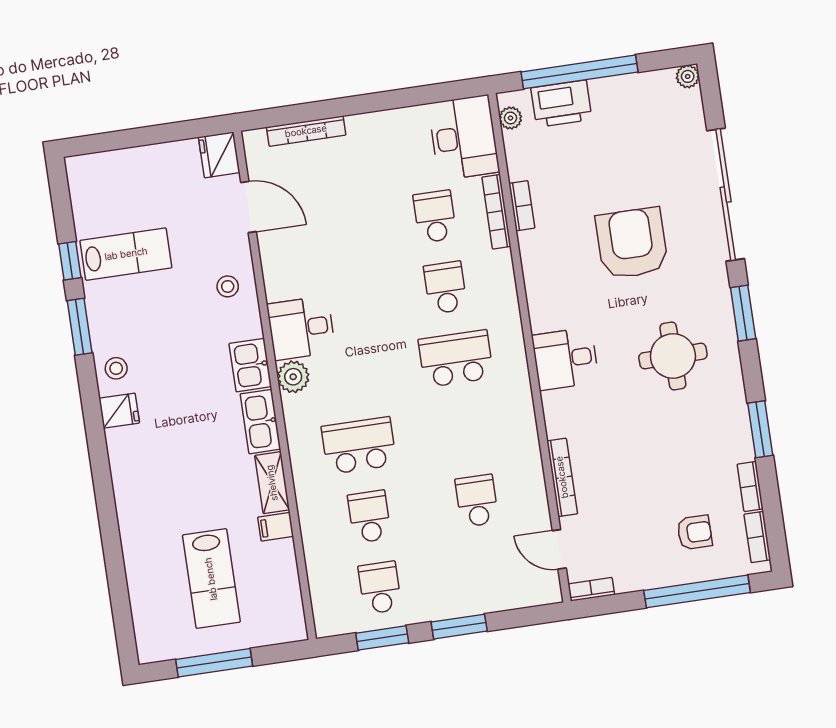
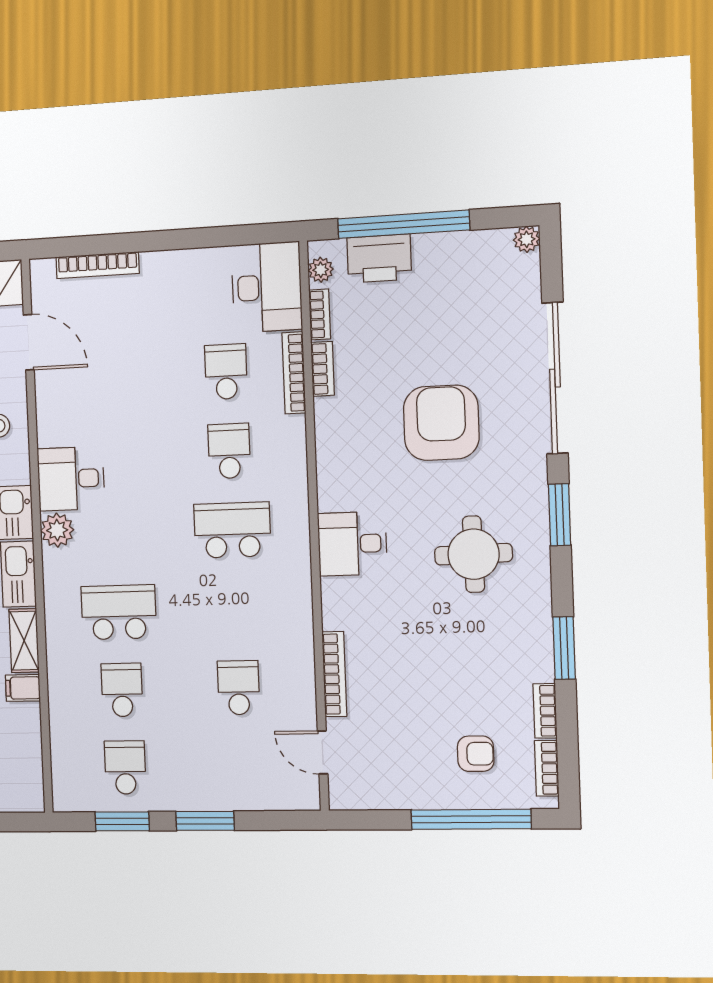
bookcase: (591, 589) -> (320, 314), moved, turned 90

